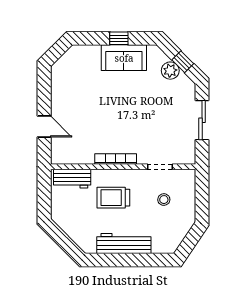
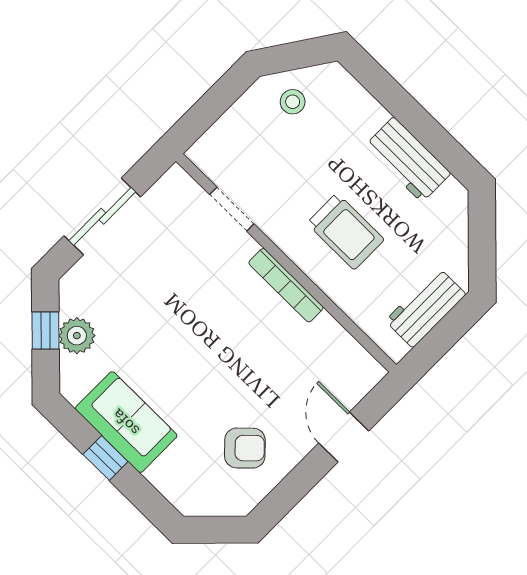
armchair: (74, 89) -> (245, 448), added
workbench: (72, 179) -> (426, 307), moved, turned -90
stool: (164, 200) -> (293, 102), moved
workbench: (124, 243) -> (408, 160), width x0.73

